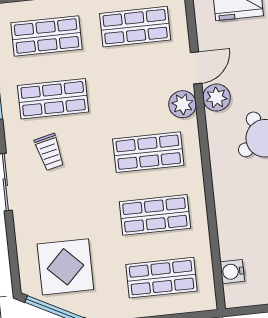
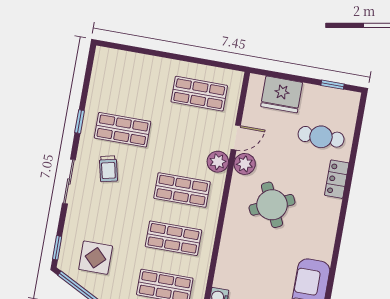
shop shelf: (47, 36) -> (131, 82), removed
display table: (65, 267) -> (96, 258), width x0.73, depth x0.73
window: (14, 268) -> (57, 248), added

